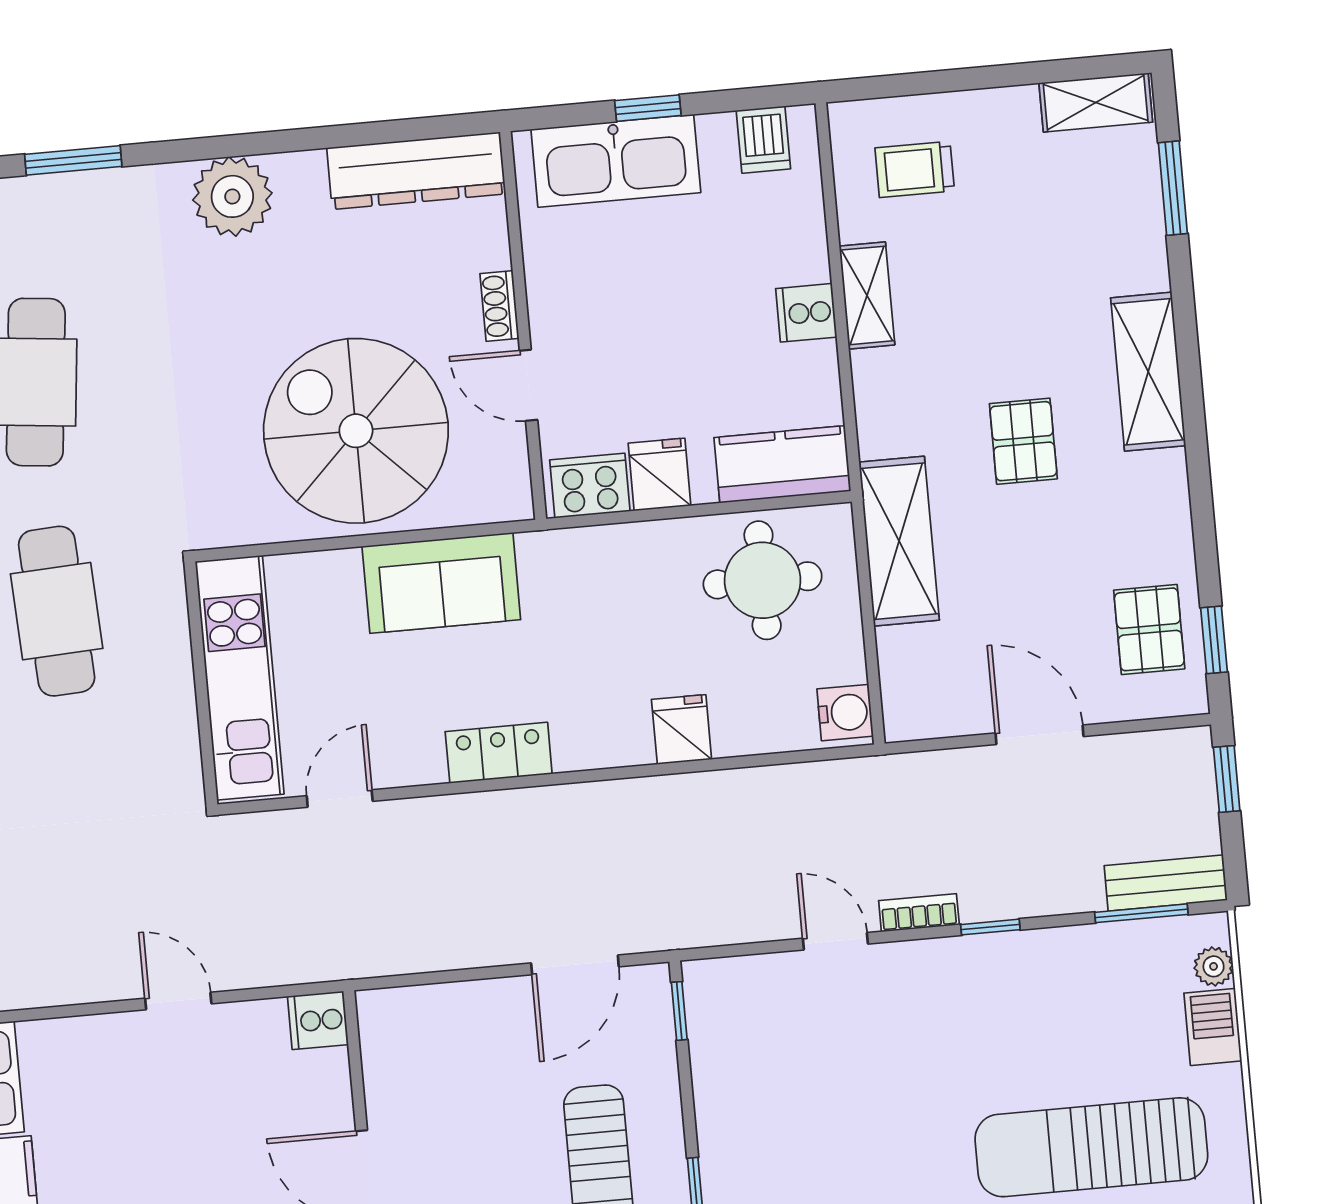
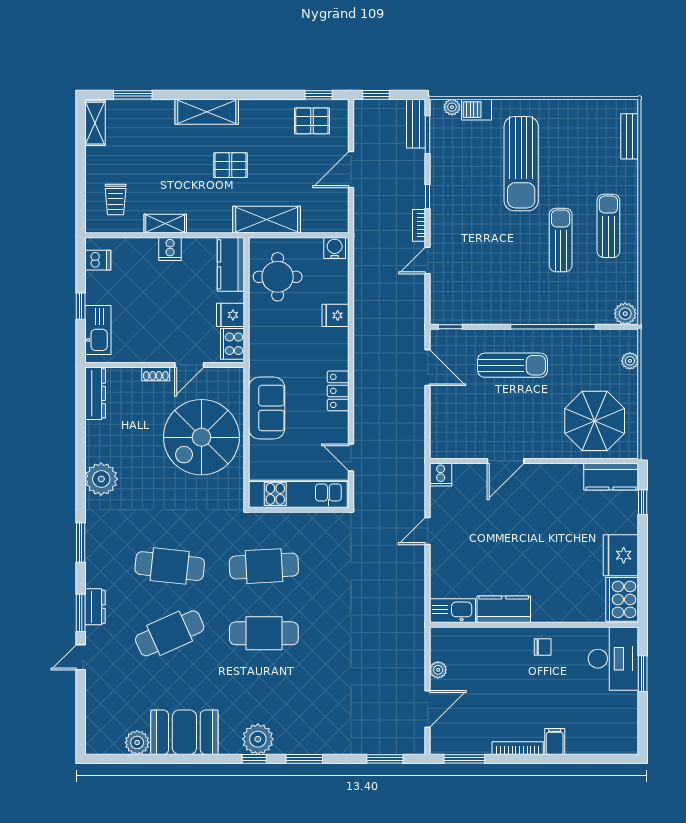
kitchen sink: (616, 161) -> (98, 330), width x0.73, depth x0.81
dresser: (416, 171) -> (95, 393), width x0.73, depth x0.80

